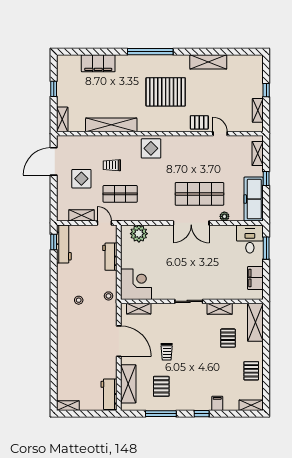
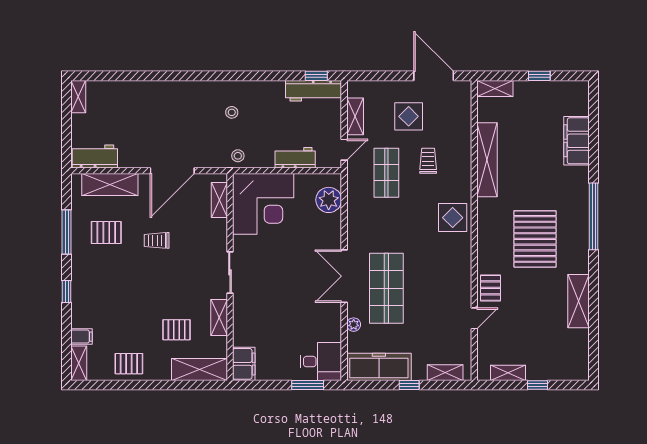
filing cabinet: (255, 278) -> (244, 364), moved, turned 90
corner desk: (136, 284) -> (263, 204), width x1.36, depth x1.36
filing cabinet: (217, 403) -> (81, 337), moved

